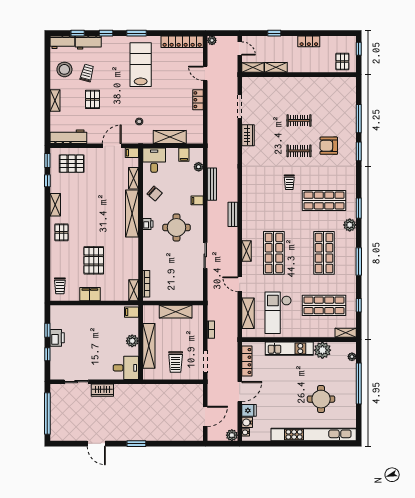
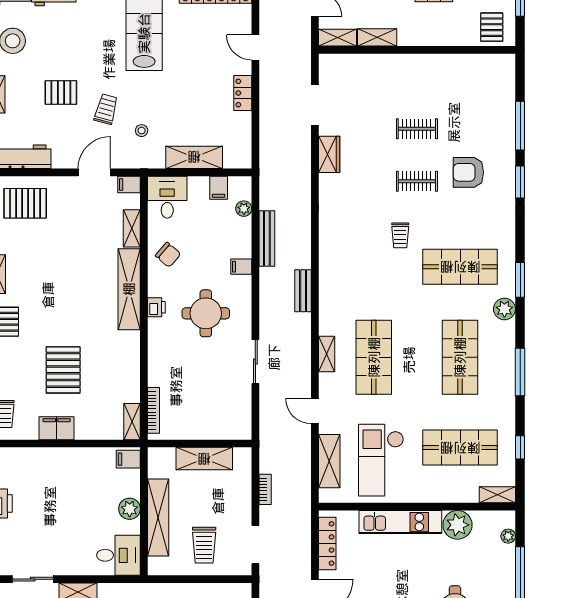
trolley: (87, 73) -> (106, 109), moved
pallet: (92, 99) -> (61, 92), turned 90

